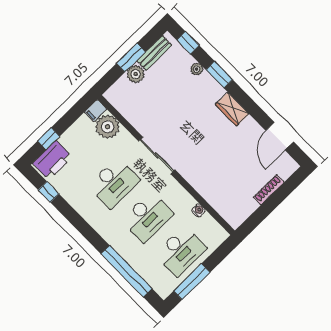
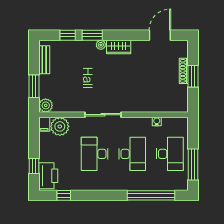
window: (188, 43) -> (68, 35), moved
window: (131, 58) -> (34, 86), moved
plant: (197, 69) -> (101, 45), moved
plant: (136, 74) -> (46, 105), moved
door: (280, 136) -> (160, 35), swing flipped
desk: (114, 183) -> (95, 154), turned 180
window: (272, 203) -> (193, 76), added

